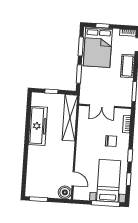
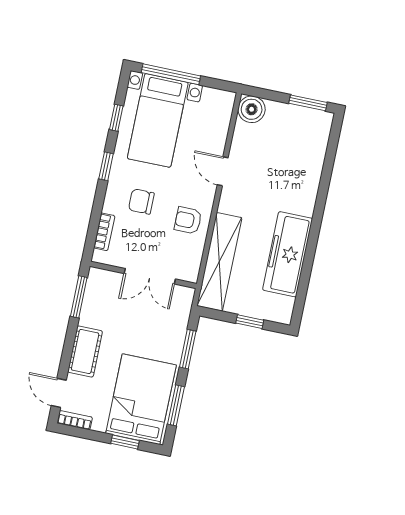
double door: (102, 106) -> (150, 276), swing flipped
armchair: (87, 135) -> (188, 220), added
door: (73, 179) -> (223, 171), moved

